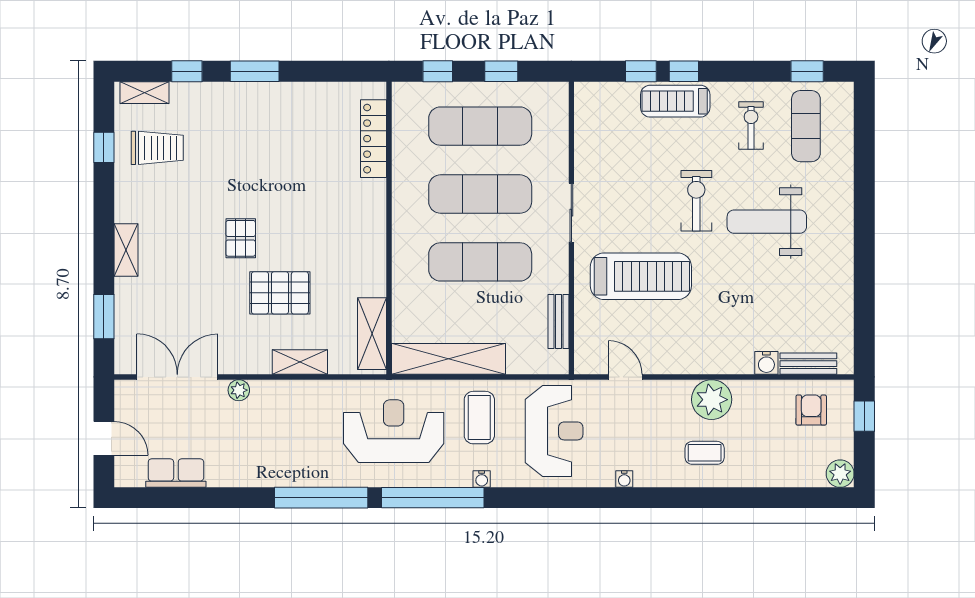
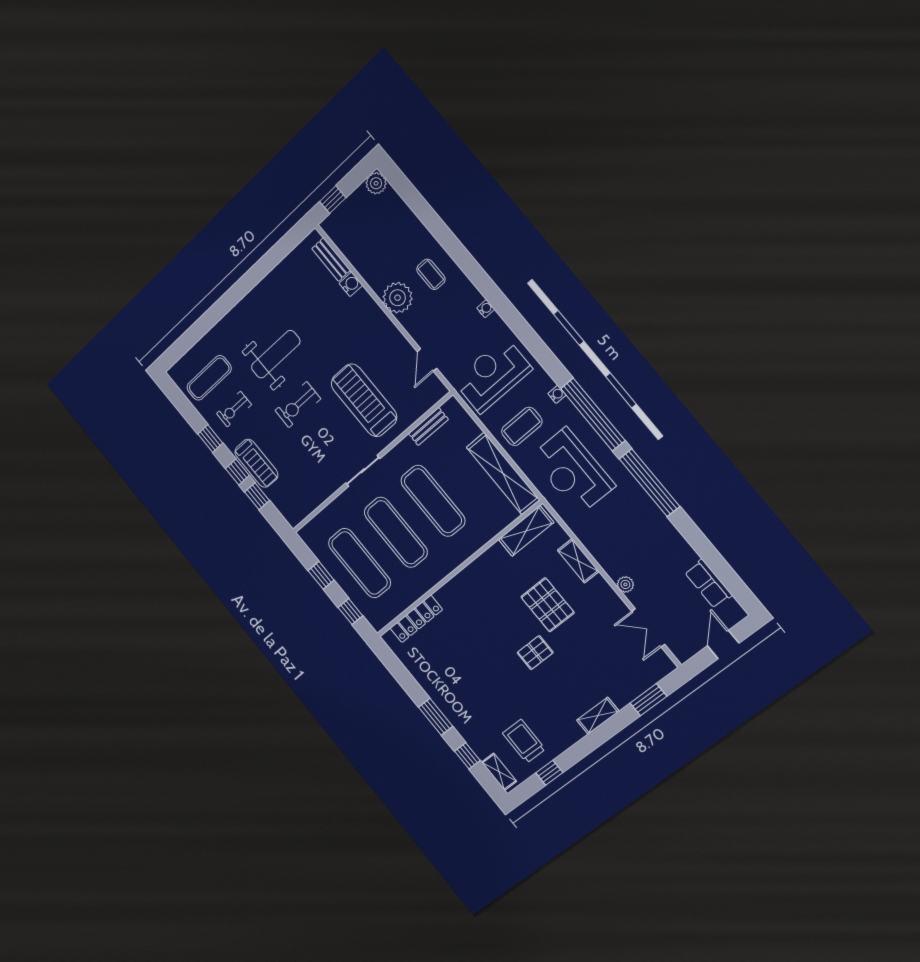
window: (807, 71) -> (210, 439), moved
weight bench: (767, 222) -> (276, 354), turned -90
double door: (177, 377) -> (648, 628), width x0.73
armchair: (811, 410) -> (355, 234), removed

